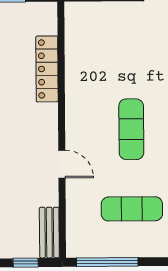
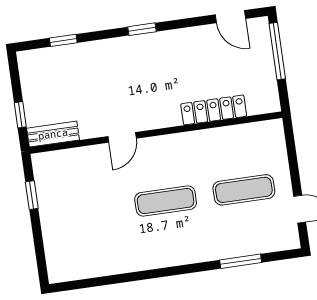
exercise mat: (132, 209) -> (244, 190), moved, turned 90
window: (107, 262) -> (32, 195), width x0.46

